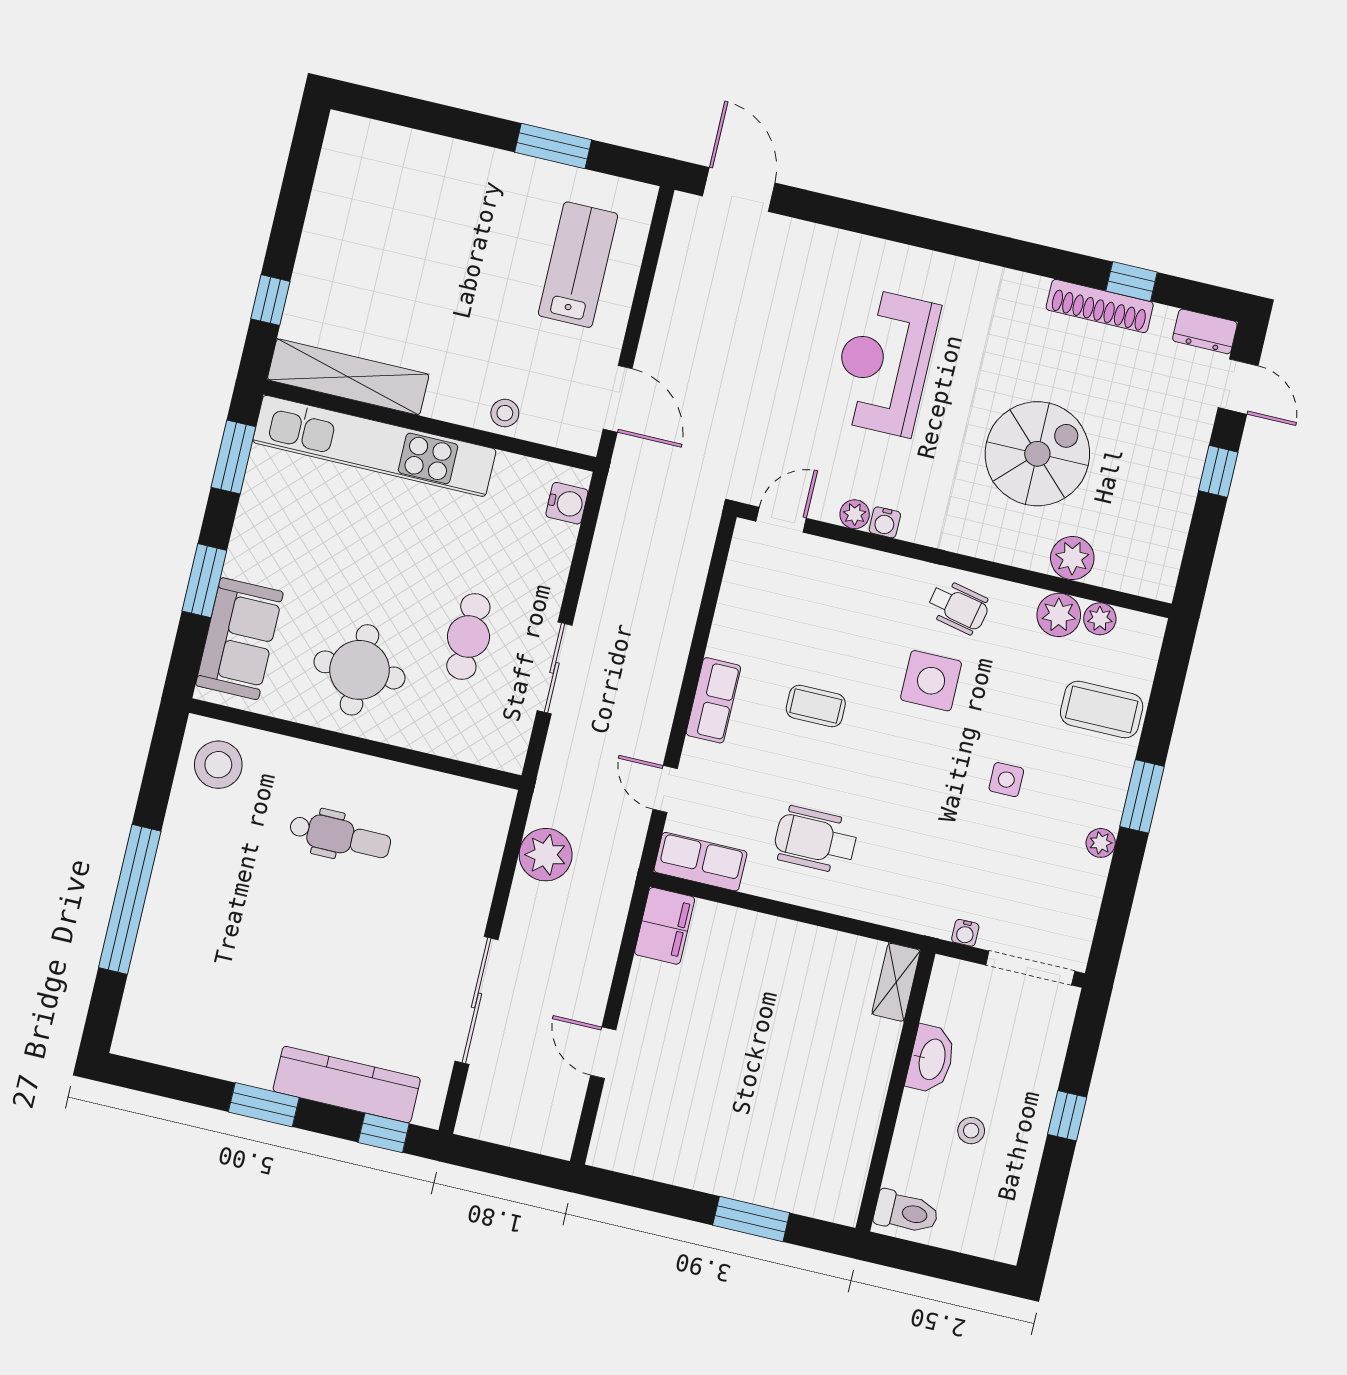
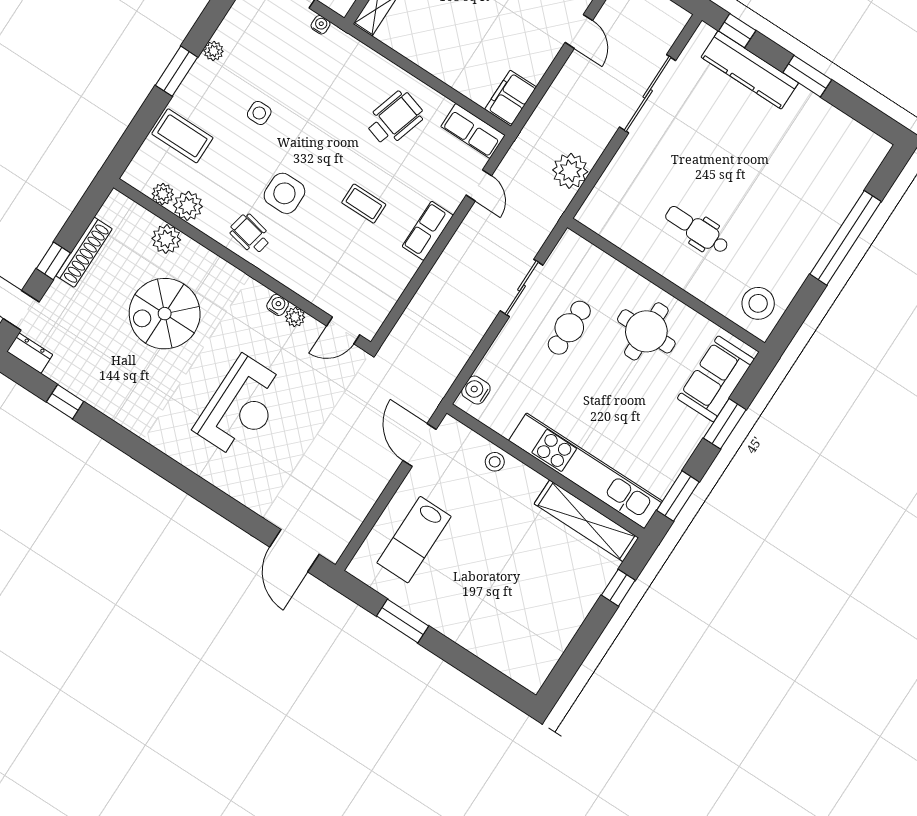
shoe rack: (1100, 306) -> (84, 252), moved, turned 90
wheelchair: (816, 840) -> (395, 118), turned -73

